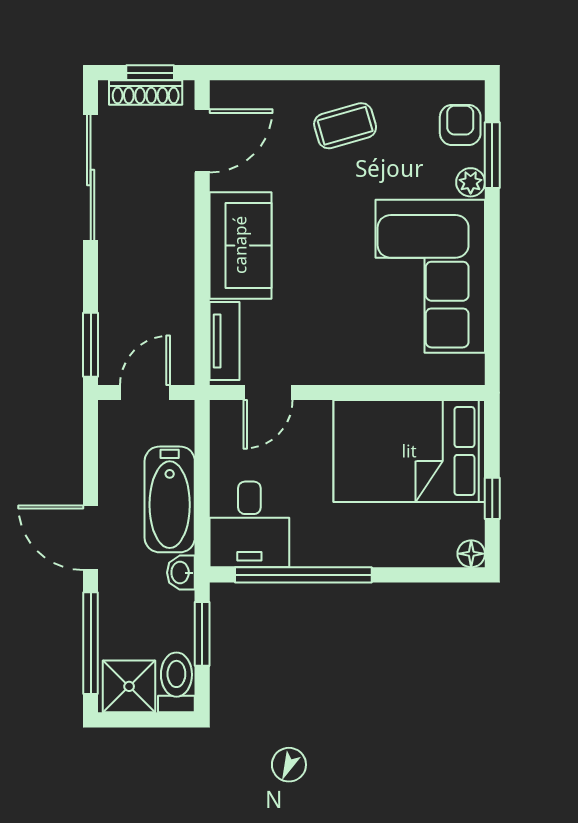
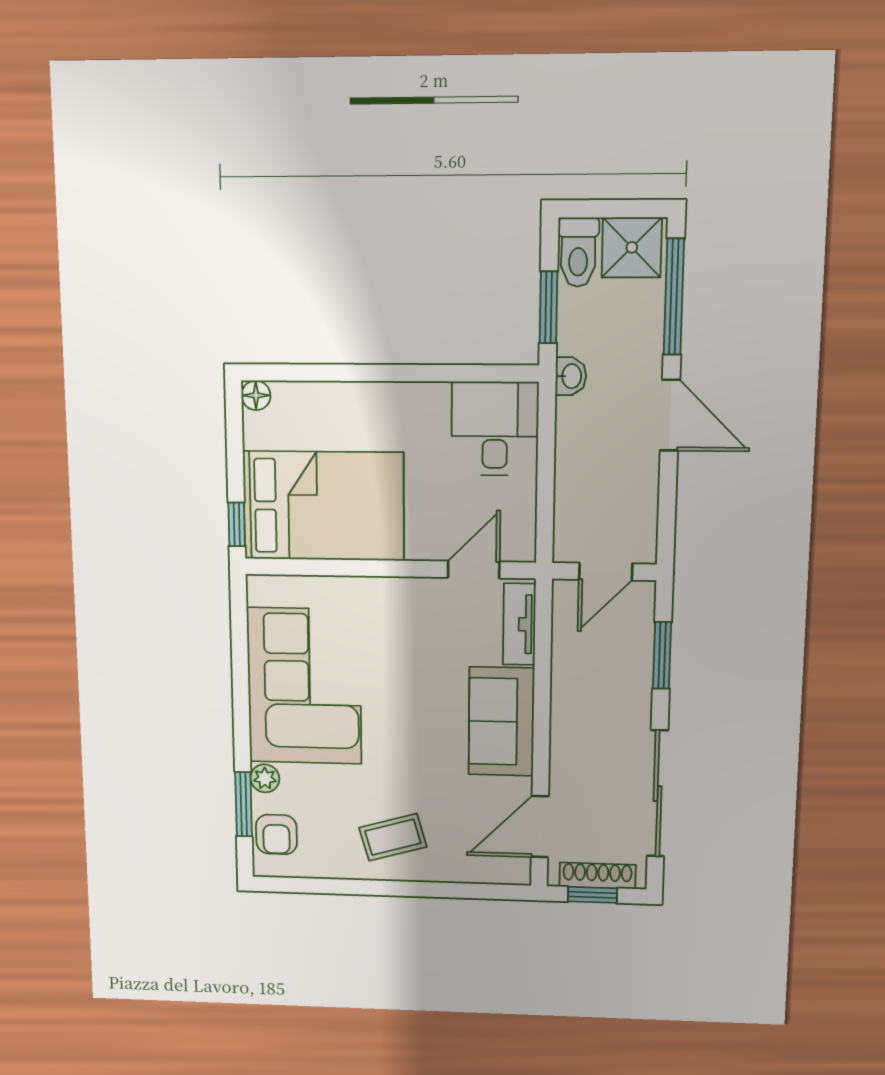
window: (91, 345) -> (662, 655), moved
window: (492, 498) -> (237, 524), moved
bathtub: (170, 499) -> (581, 457), removed
window: (303, 575) -> (436, 373), removed

